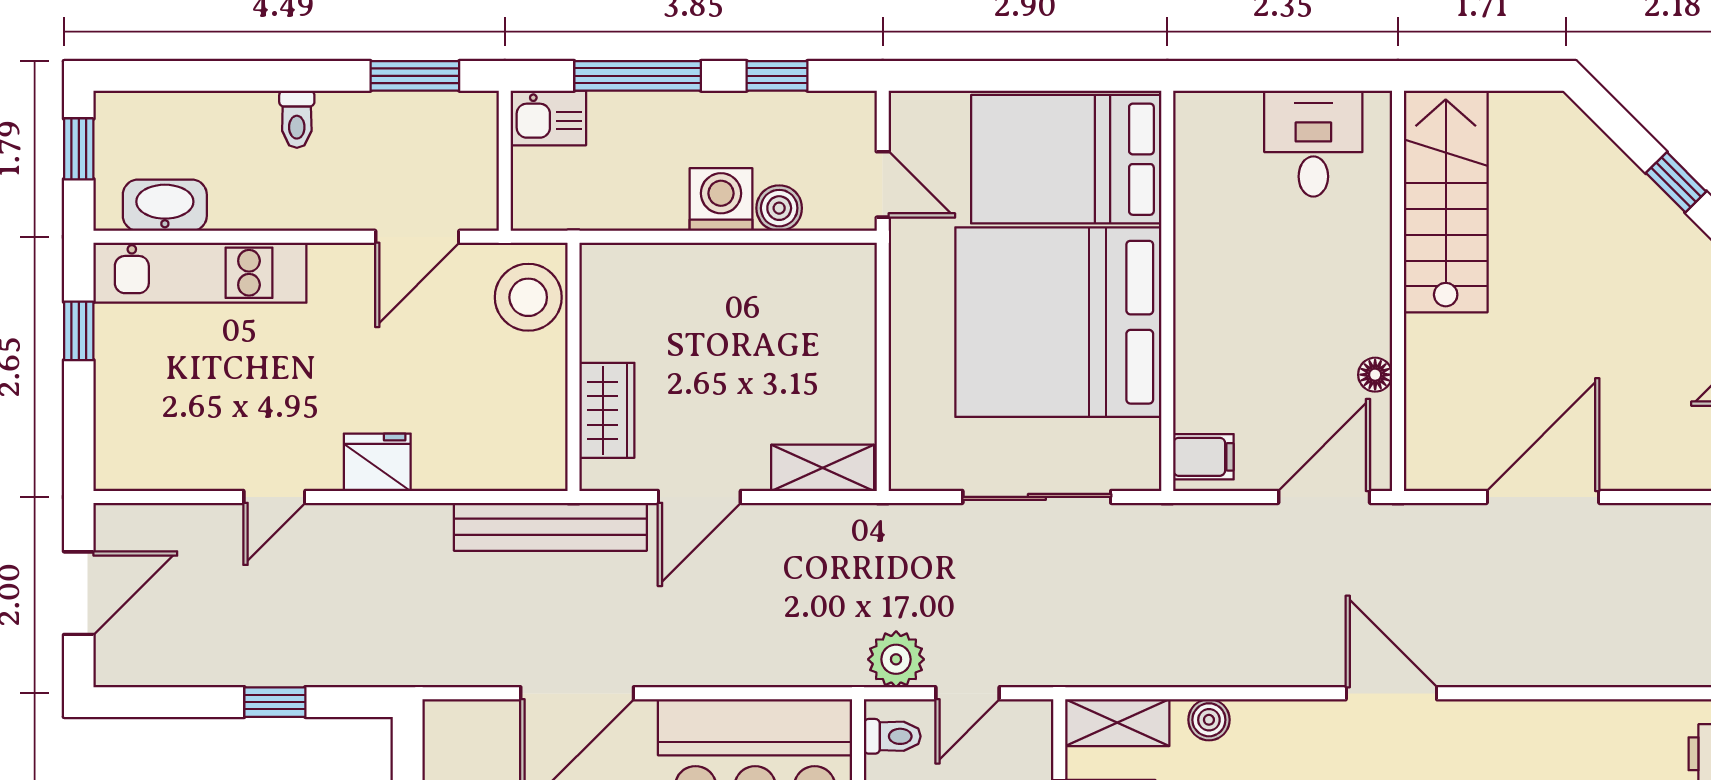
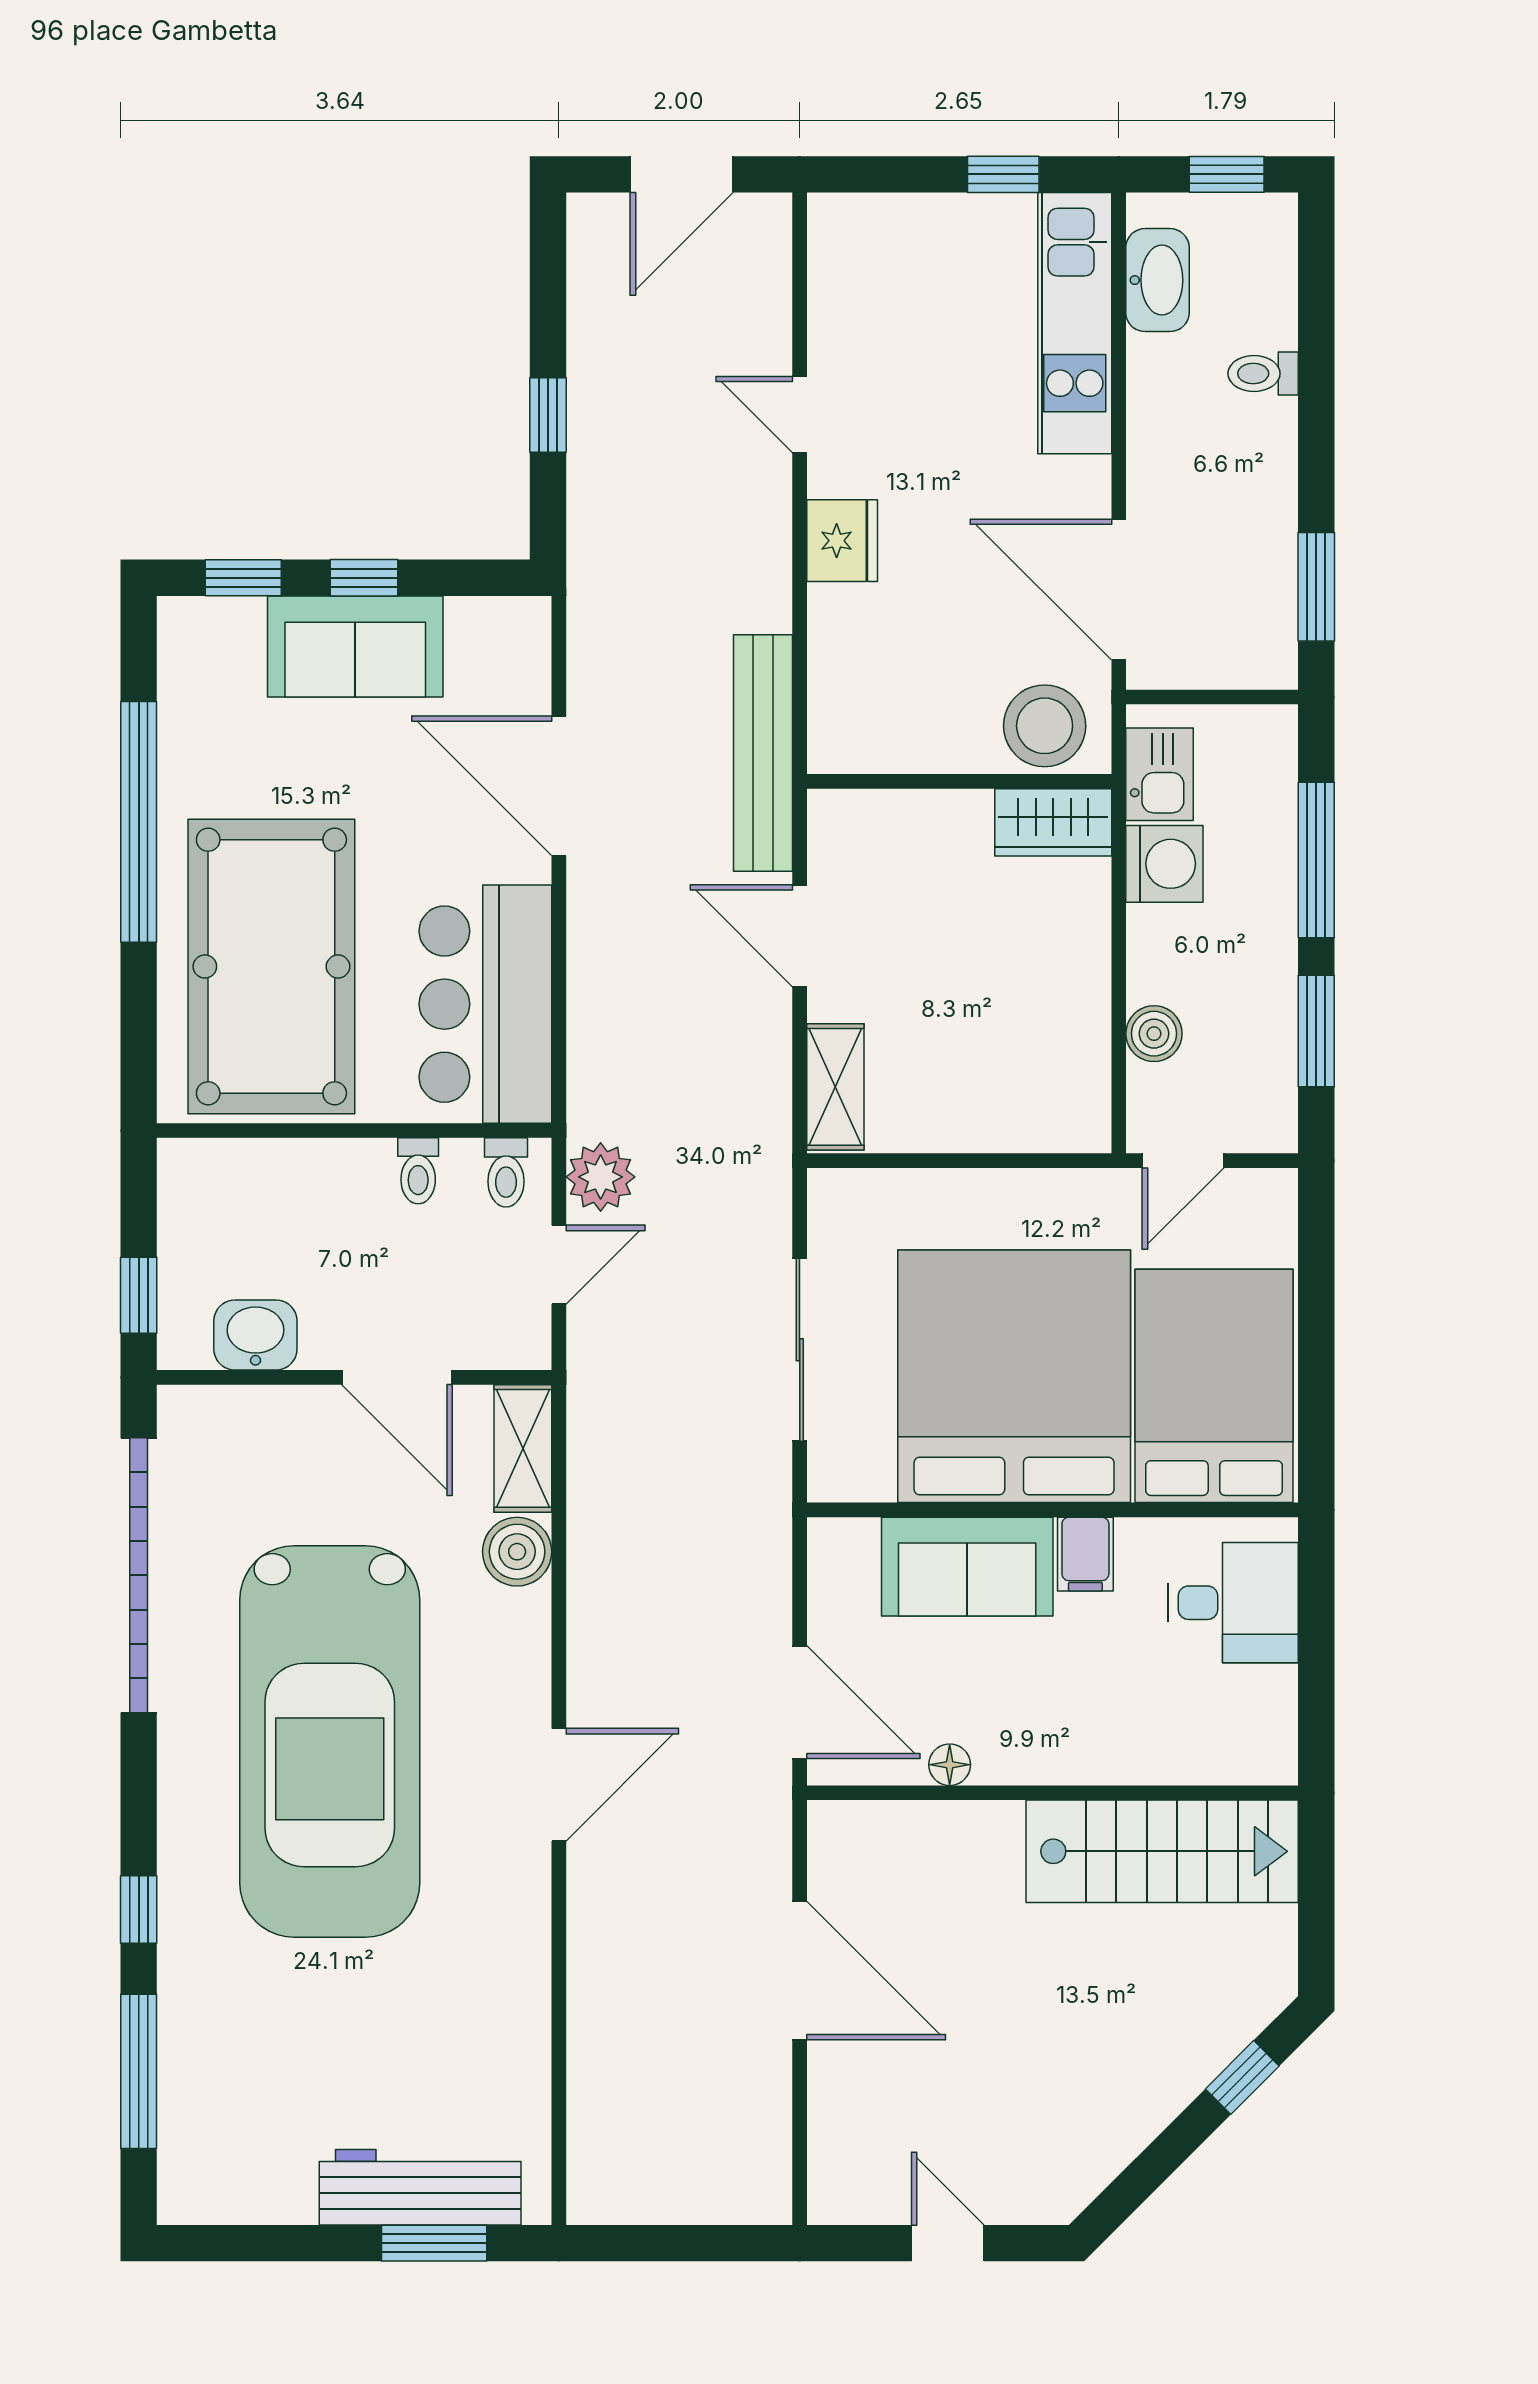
window: (777, 76) -> (1316, 1031), width x1.50
kitchen sink: (548, 118) -> (1160, 774), moved, turned 180
toilet: (297, 119) -> (1263, 373), moved
desk: (1313, 144) -> (1233, 1603), moved
window: (1676, 182) -> (1242, 2077), moved
washing machine: (721, 200) -> (1164, 864), moved
door: (417, 237) -> (1119, 590), width x1.36
sofa: (1214, 360) -> (967, 1567), added
wardrobe: (607, 410) -> (1053, 822), moved
filing cabinet: (1203, 457) -> (1085, 1554), moved
door: (79, 593) -> (682, 174), hinge flipped
door: (967, 693) -> (559, 1265), swing flipped
boiler: (1209, 720) -> (517, 1552), width x1.36, depth x1.36

